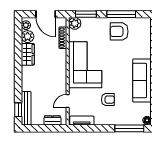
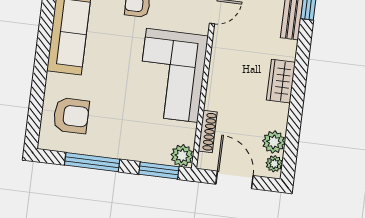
armchair: (119, 31) -> (71, 116), moved
wardrobe: (28, 54) -> (281, 81), moved

